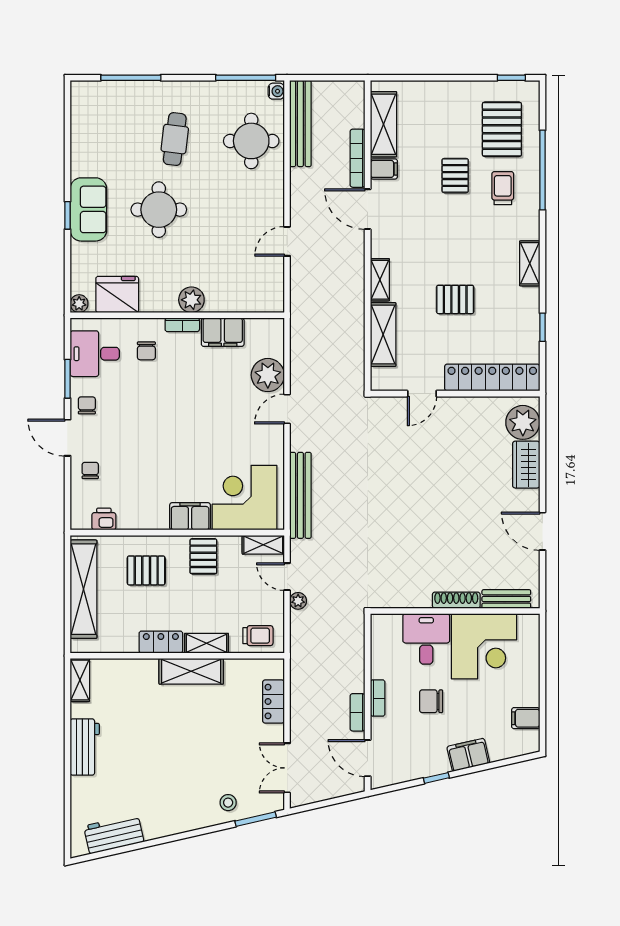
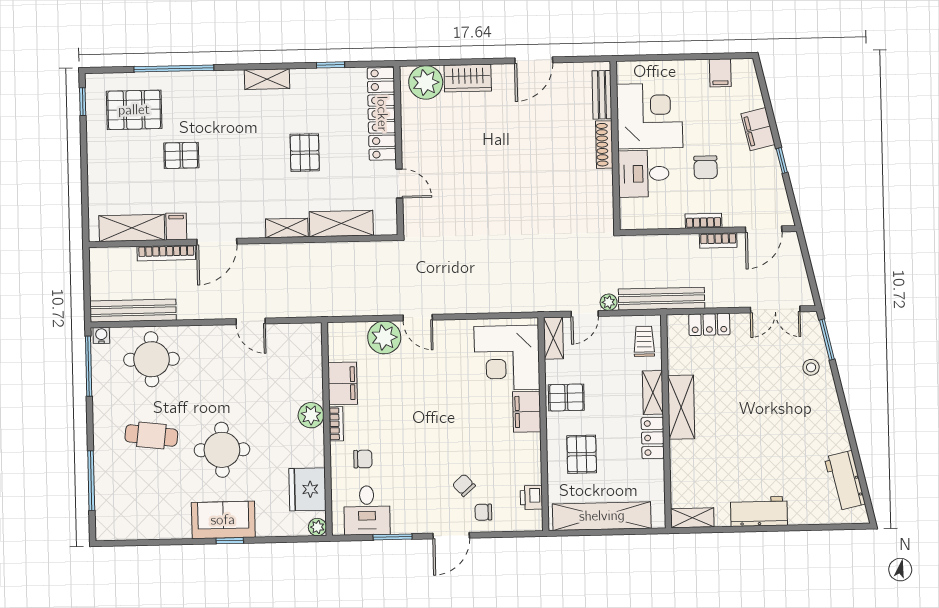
trolley: (503, 188) -> (193, 108), removed
chair: (87, 405) -> (464, 485), moved, turned 48
bench: (300, 495) -> (662, 299), moved

